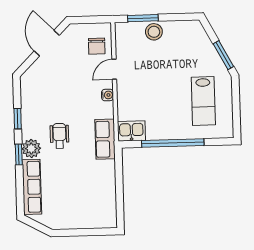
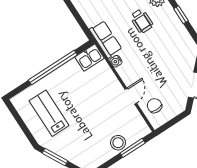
water cooler: (107, 95) -> (116, 61), moved

